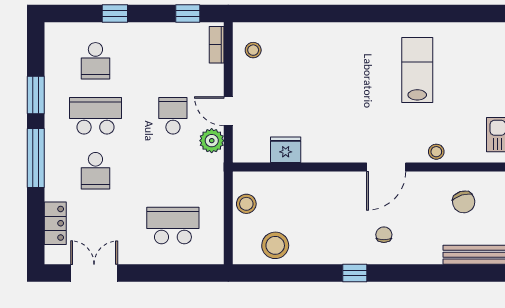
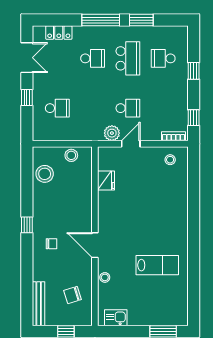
school desk: (95, 171) -> (93, 58), turned 180
school desk: (173, 226) -> (57, 108), width x0.54
window: (156, 273) -> (27, 97), added

